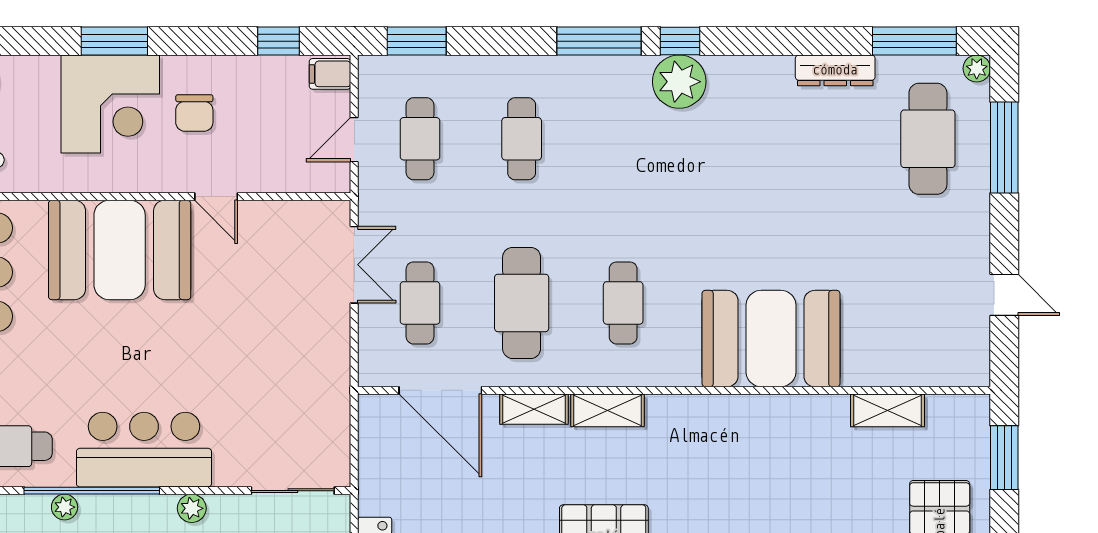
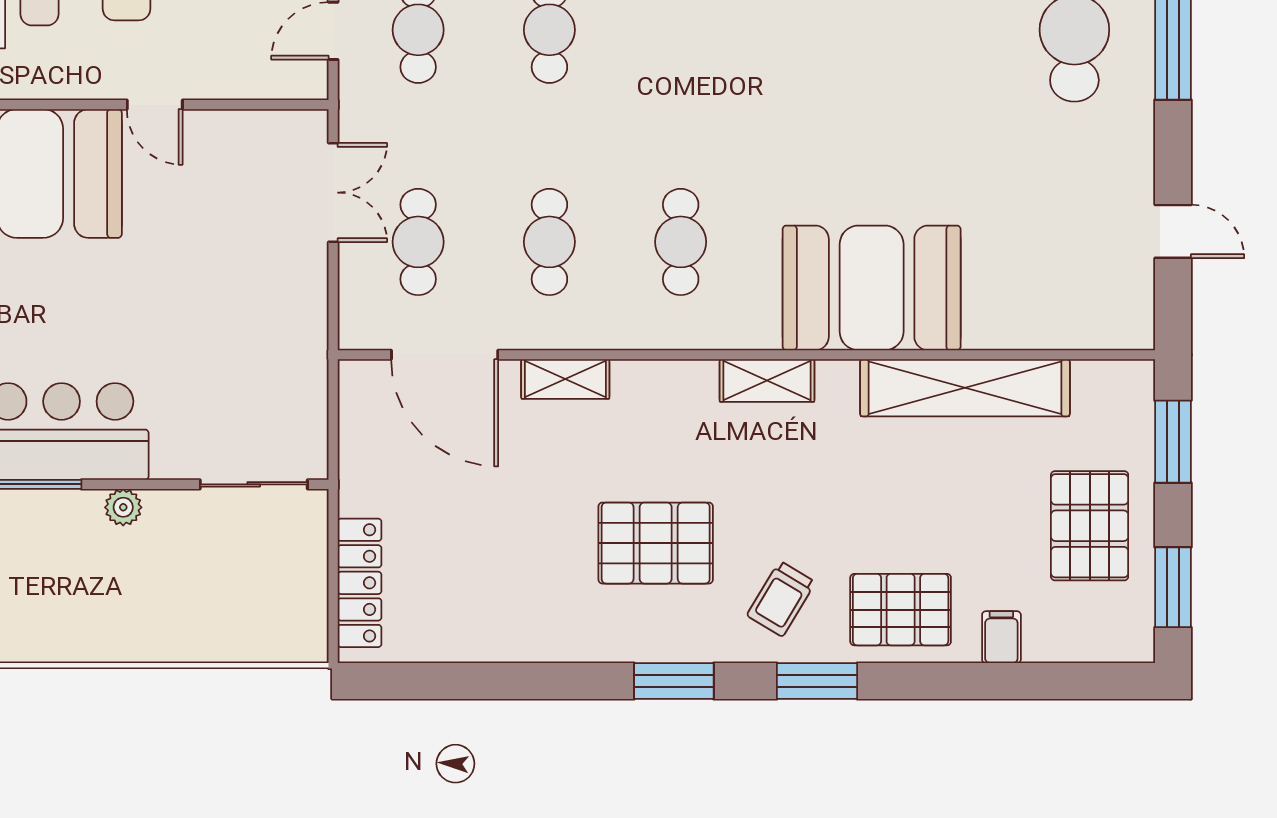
cafe table: (522, 303) -> (549, 242), width x0.73, depth x0.74
shelving: (607, 410) -> (767, 381), moved
shelving: (887, 410) -> (965, 388), width x2.20, depth x1.33

